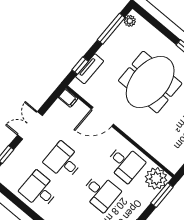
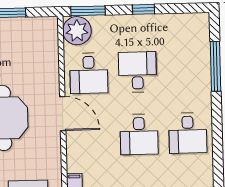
door: (102, 117) -> (63, 114), moved
desk: (125, 163) -> (89, 73), turned 180

